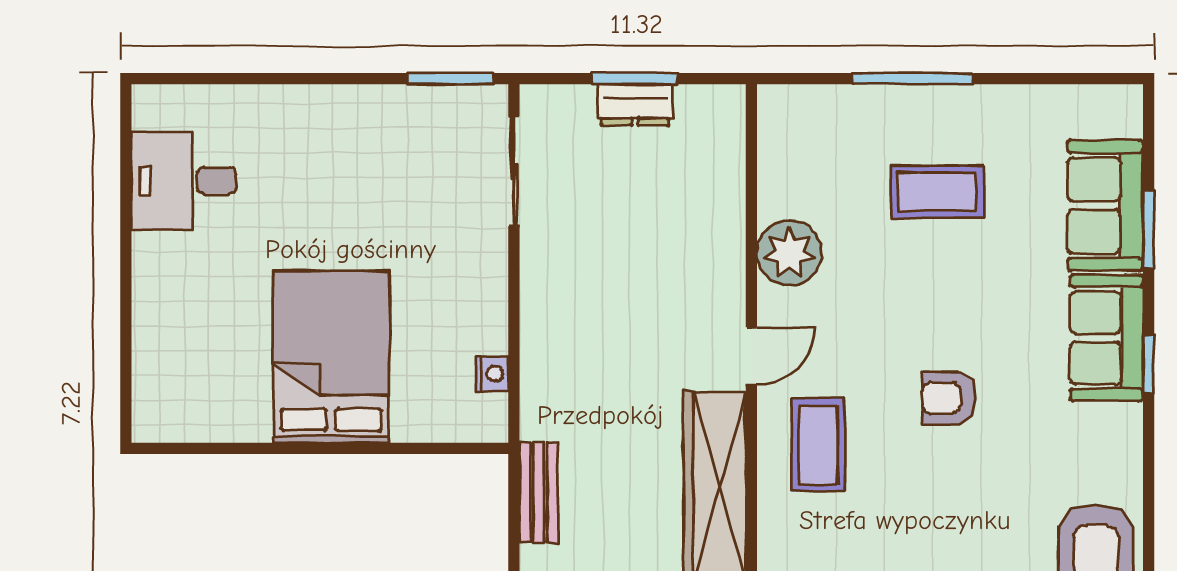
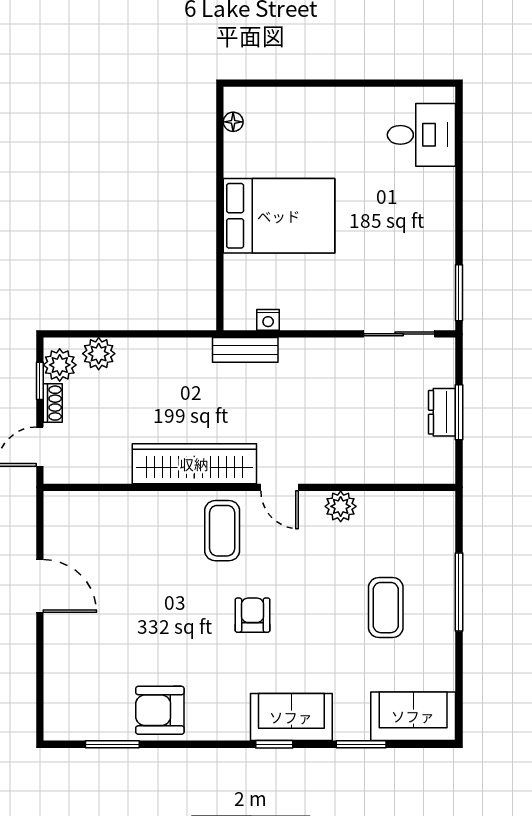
desk: (184, 181) -> (421, 135), moved, turned 90
sofa: (1105, 206) -> (413, 716), moved
plant: (789, 253) -> (341, 506), width x0.73, depth x0.73
floor lamp: (186, 428) -> (233, 122), added
coffee table: (818, 445) -> (222, 531), turned 90
bench: (539, 492) -> (245, 350), moved

